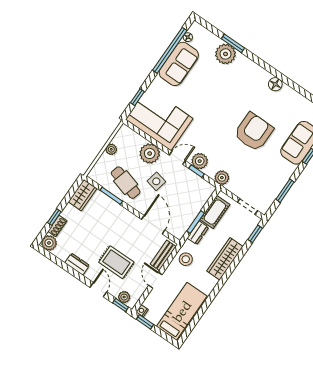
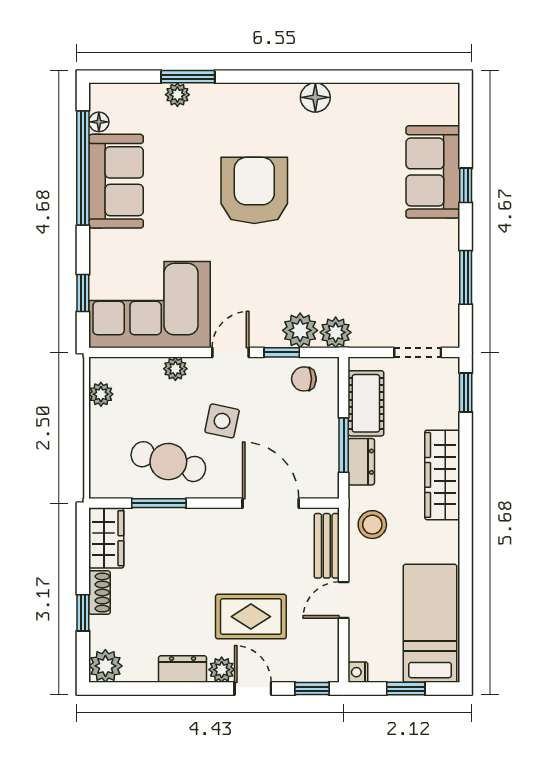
plant: (225, 54) -> (177, 95), width x0.53, depth x0.53
armchair: (254, 132) -> (254, 190), moved
plant: (111, 149) -> (101, 394), moved
plant: (150, 153) -> (175, 369), width x0.53, depth x0.53
plant: (200, 161) -> (300, 330), moved
chair: (198, 187) -> (304, 379), added
shoe rack: (57, 226) -> (100, 593), moved
door: (155, 280) -> (344, 600), hinge flipped
plant: (124, 297) -> (222, 670), moved
window: (145, 322) -> (406, 689), moved

